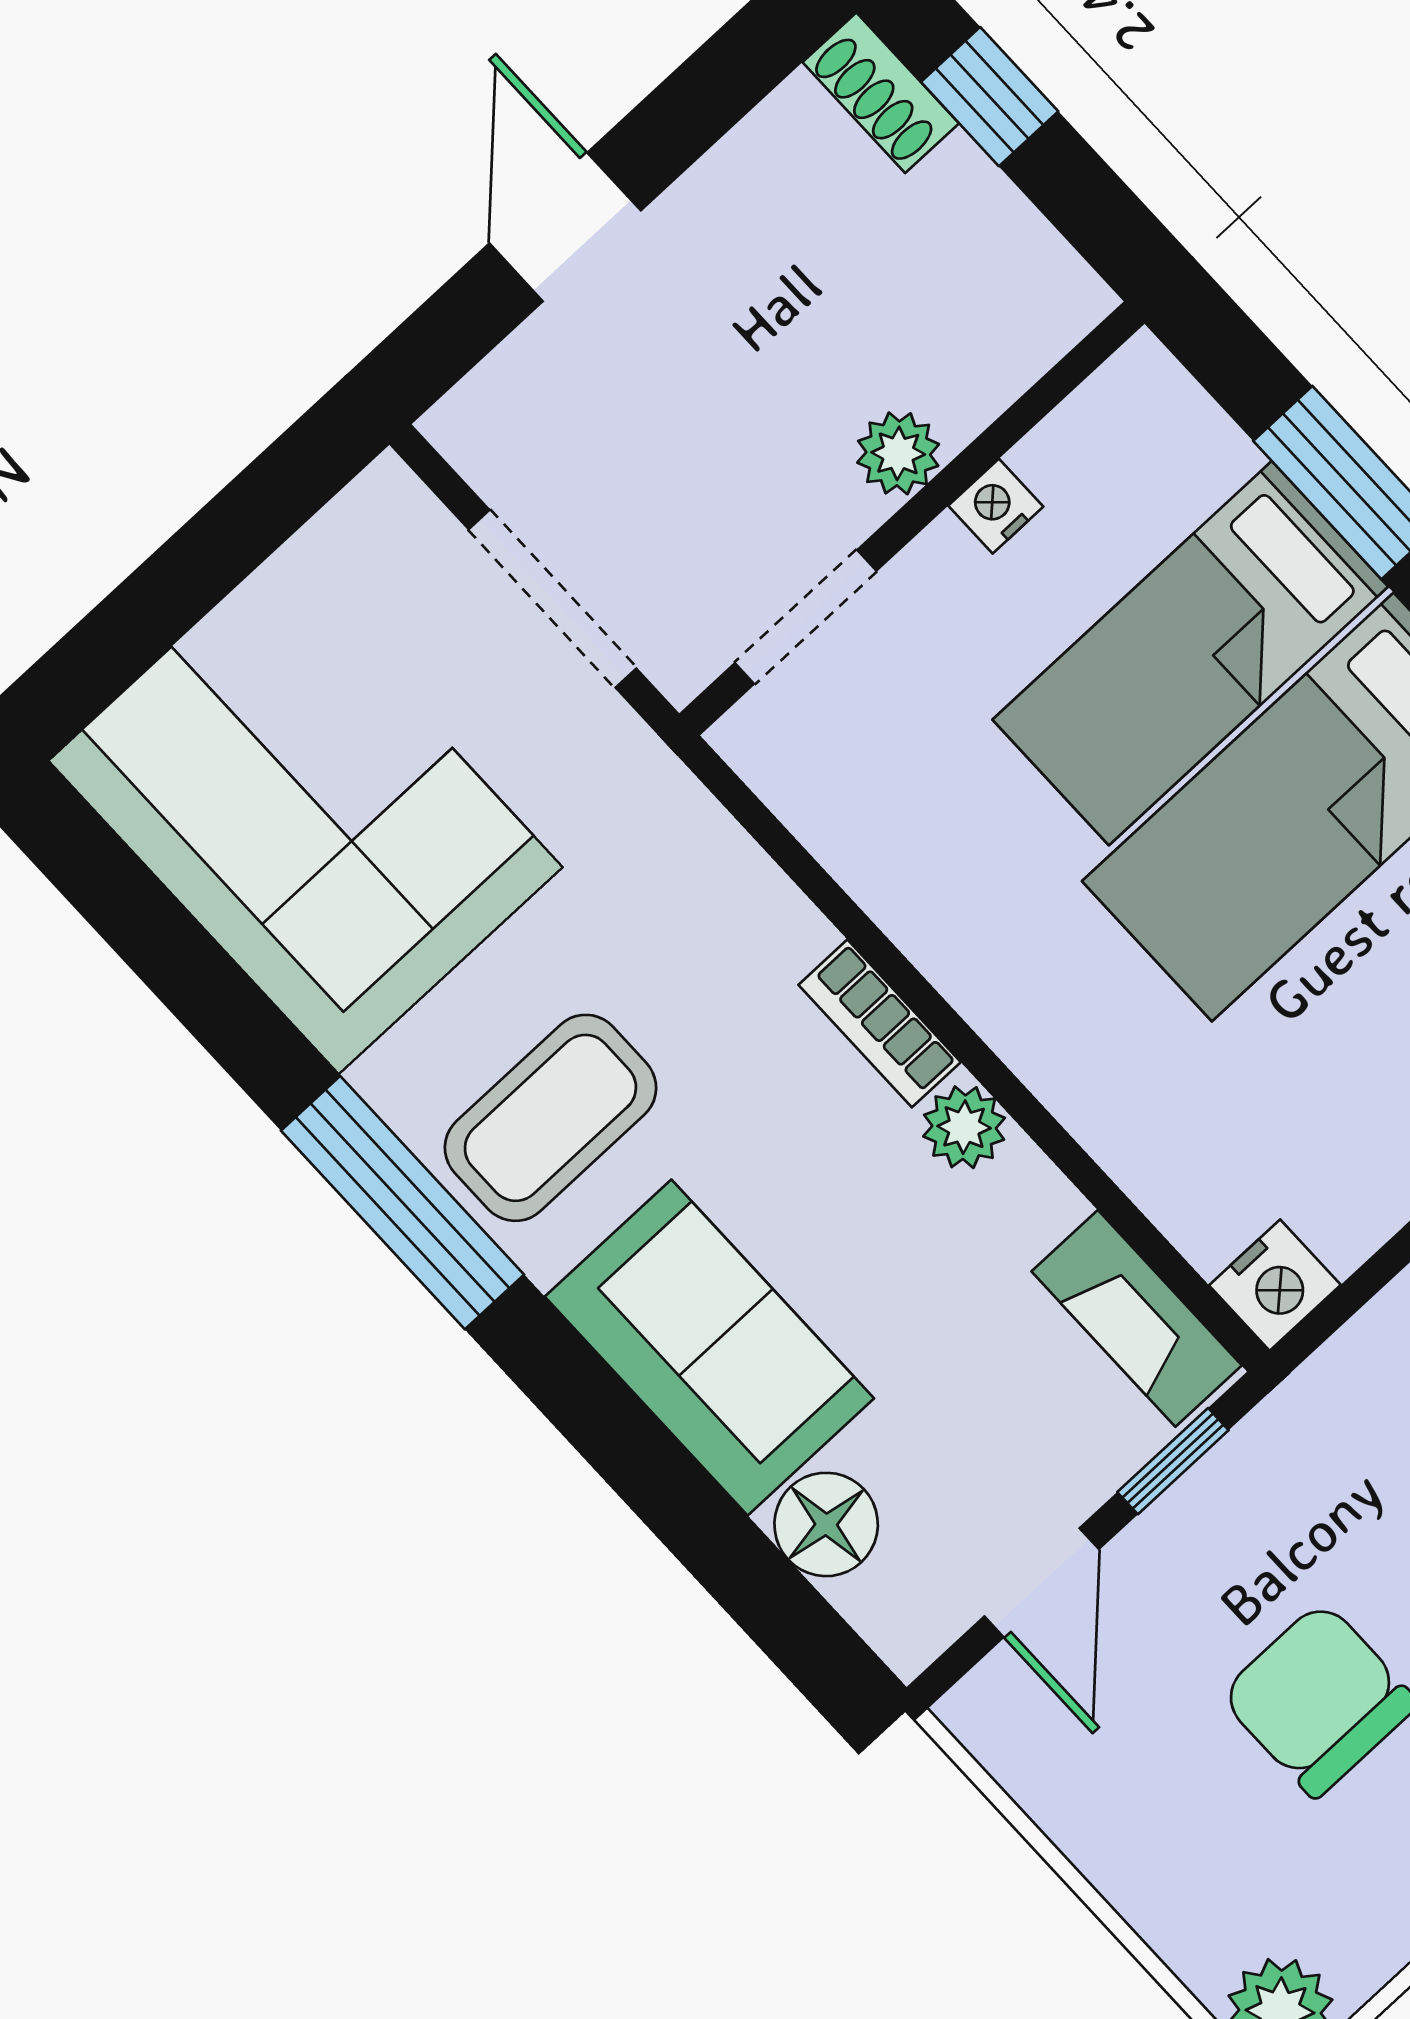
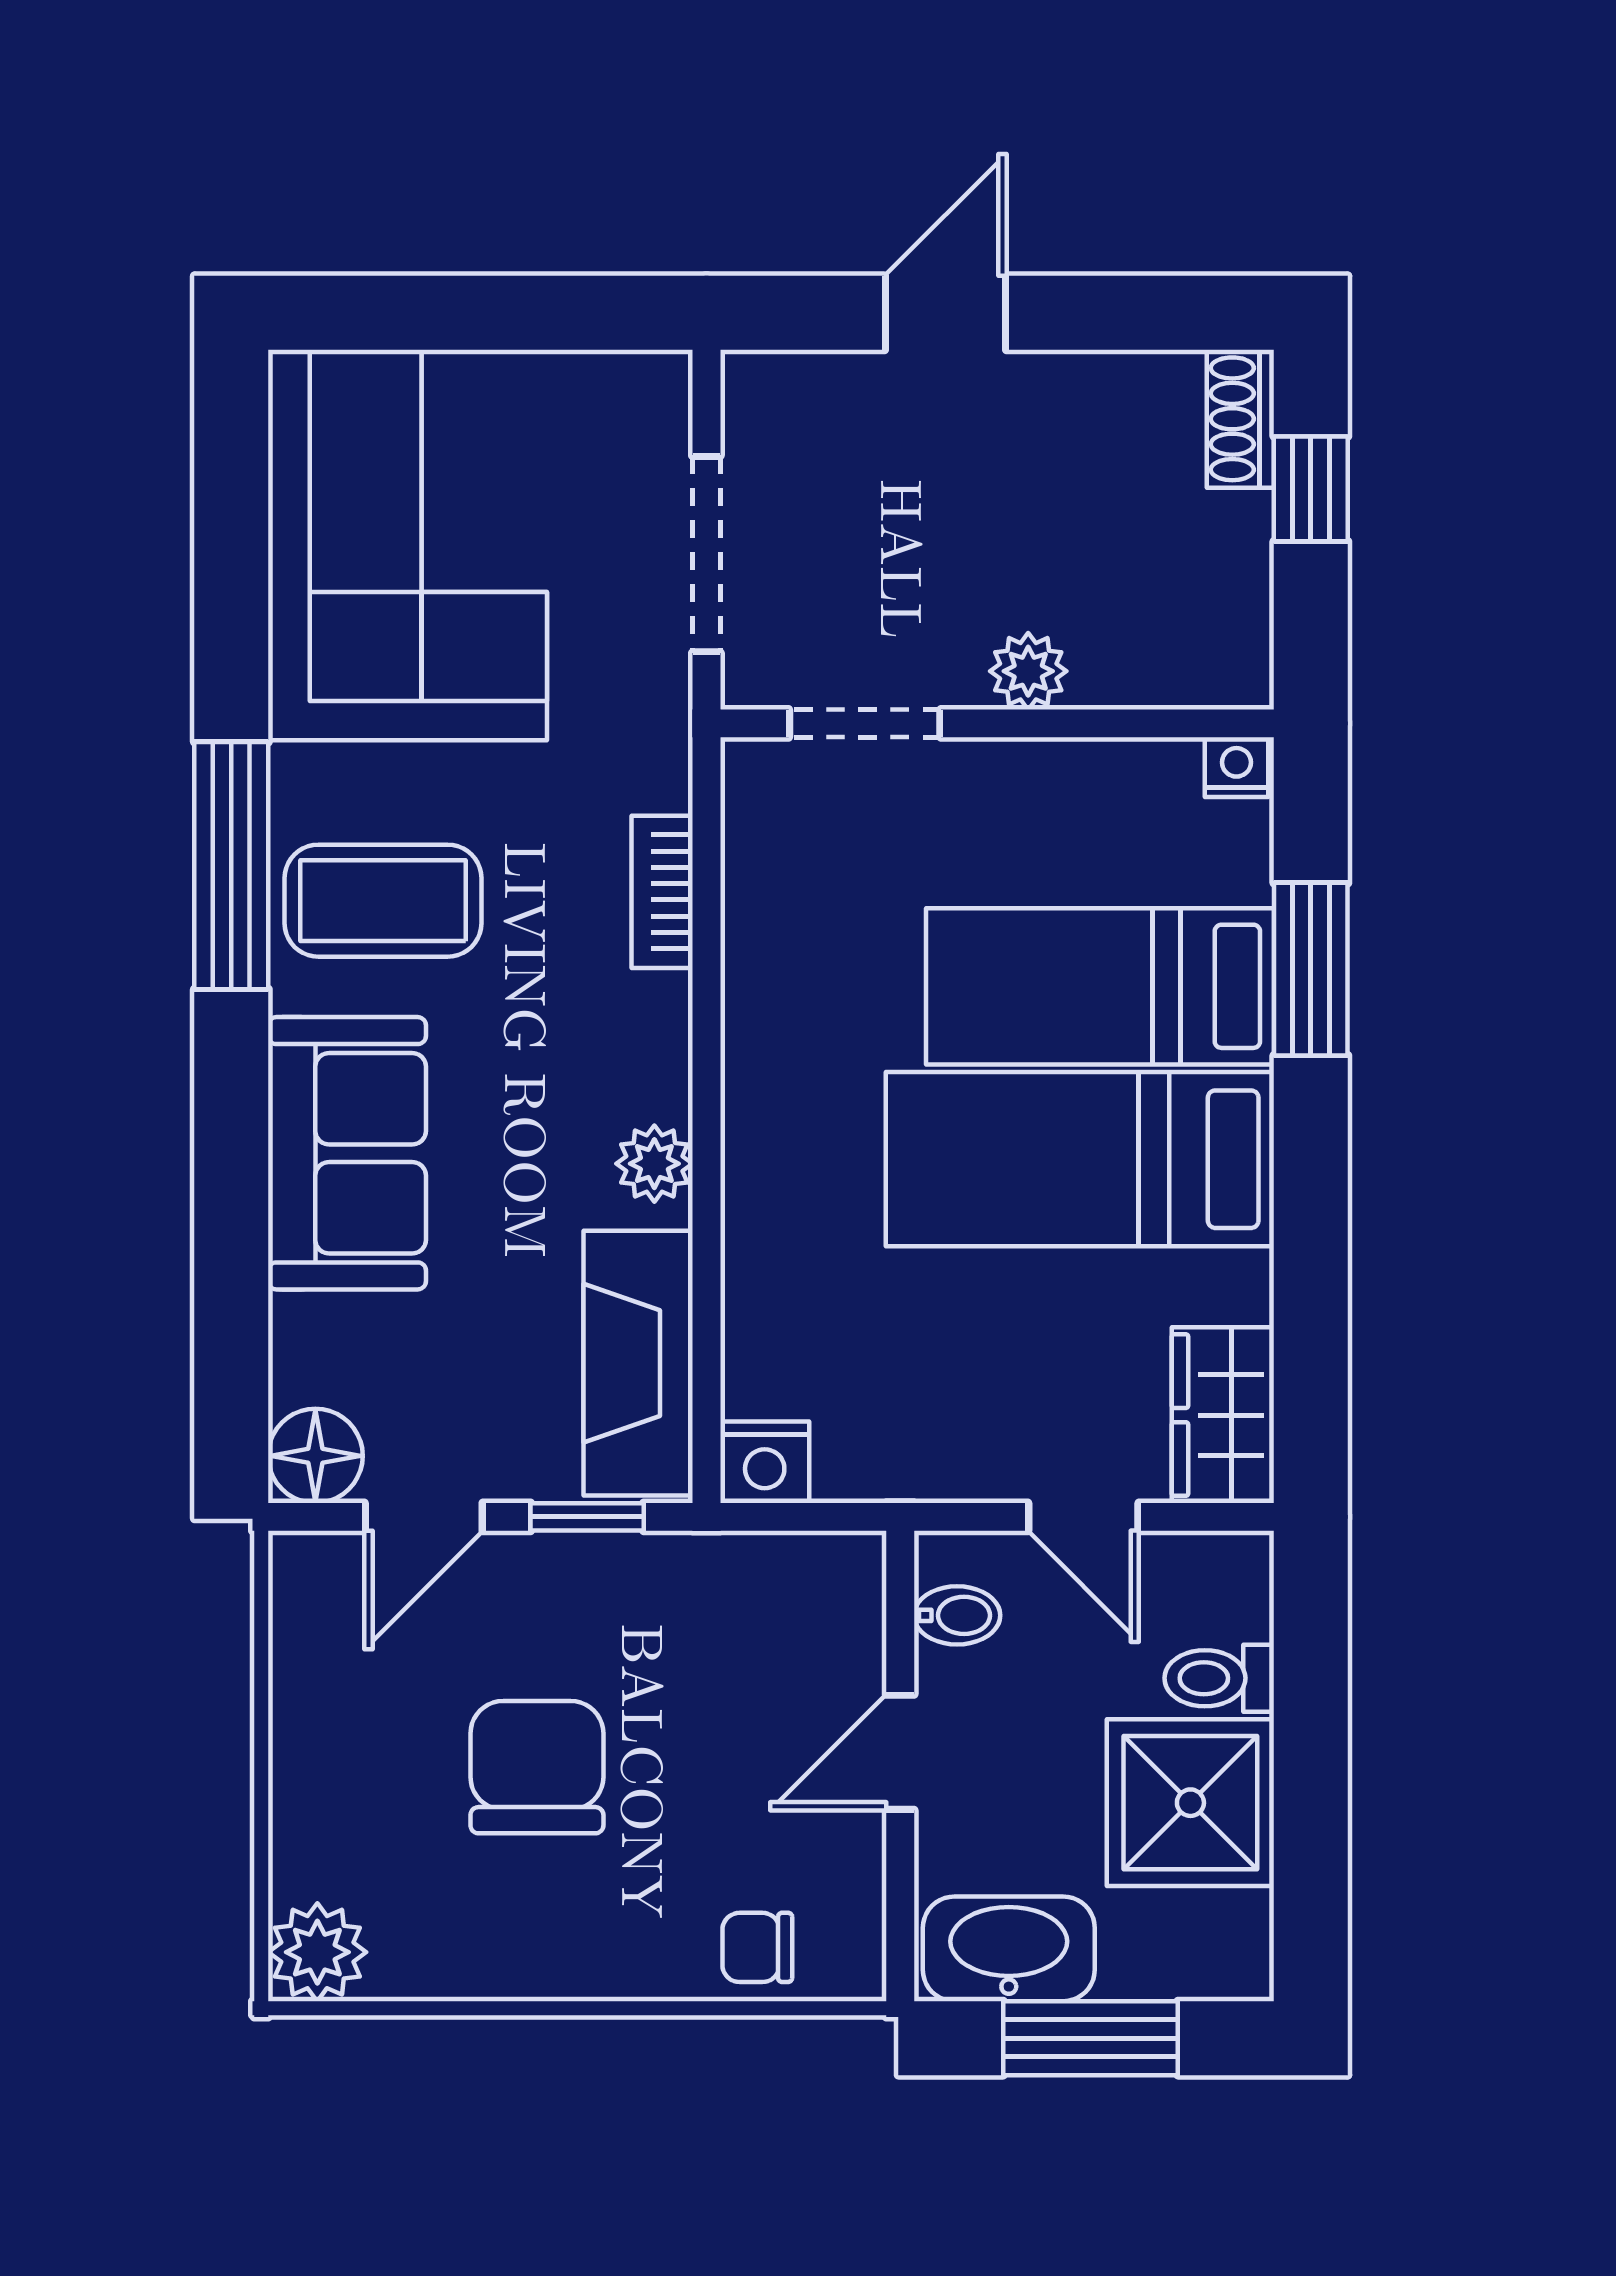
nightstand: (996, 506) -> (1236, 767), moved
bookcase: (880, 1023) -> (662, 892), moved
fireplace: (1137, 1318) -> (638, 1363), width x1.37, depth x1.32
floor lamp: (826, 1524) -> (315, 1456), moved

